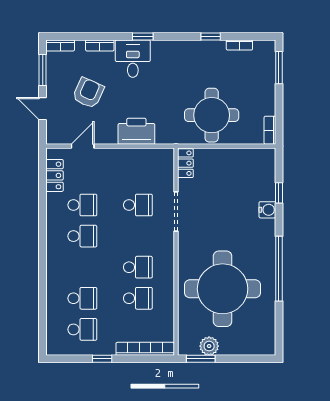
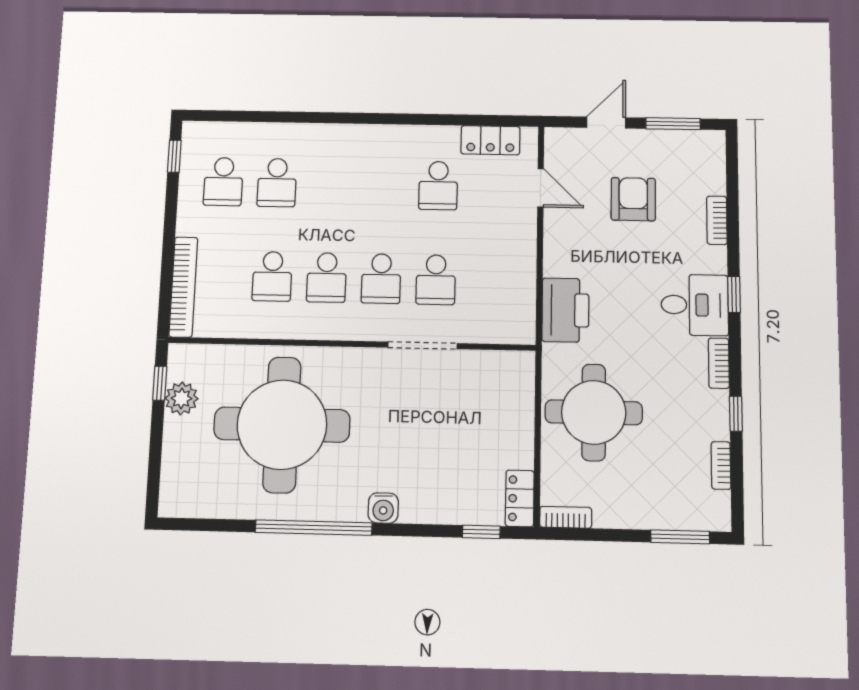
bookcase: (60, 45) -> (719, 363), moved
desk: (133, 59) -> (695, 305), moved
armchair: (88, 93) -> (633, 199), turned -114
printer: (136, 131) -> (565, 310), moved
locker: (185, 163) -> (520, 498), moved, turned 90
window: (279, 193) -> (481, 532), moved
water cooler: (267, 210) -> (383, 508), moved
school desk: (82, 236) -> (381, 279), moved
window: (102, 359) -> (174, 156), moved
window: (201, 359) -> (160, 383), width x0.67

